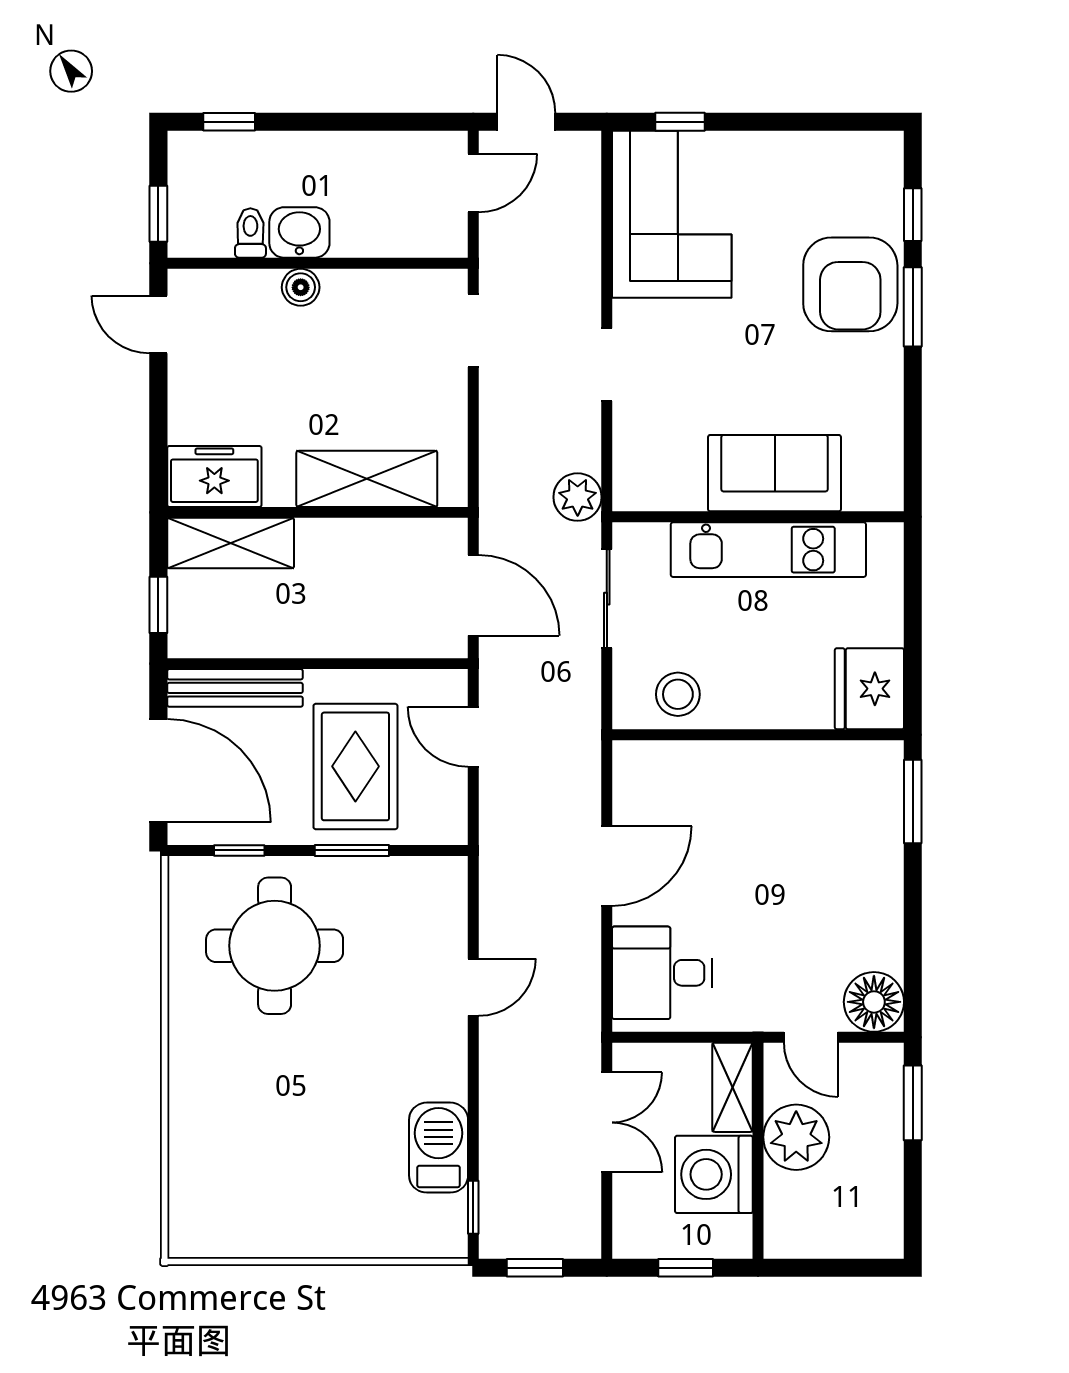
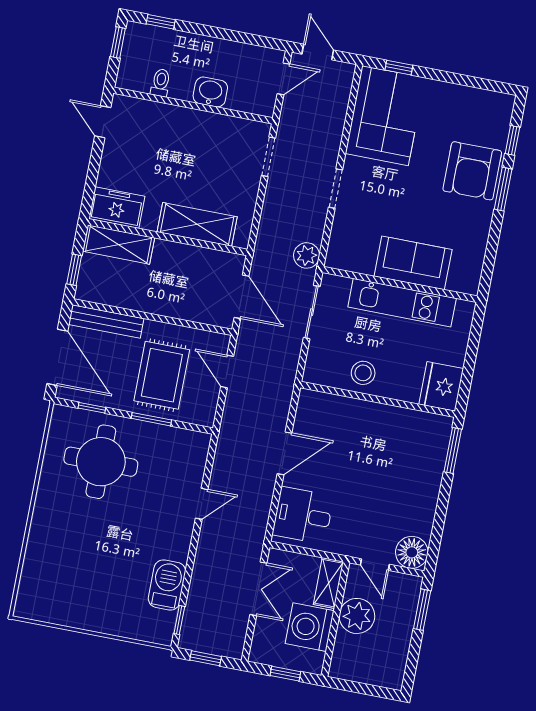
window: (158, 214) -> (118, 42), moved
washbasin: (299, 232) -> (210, 92), moved
boiler: (301, 287) -> (182, 116), removed
stool: (678, 694) -> (363, 373), moved

